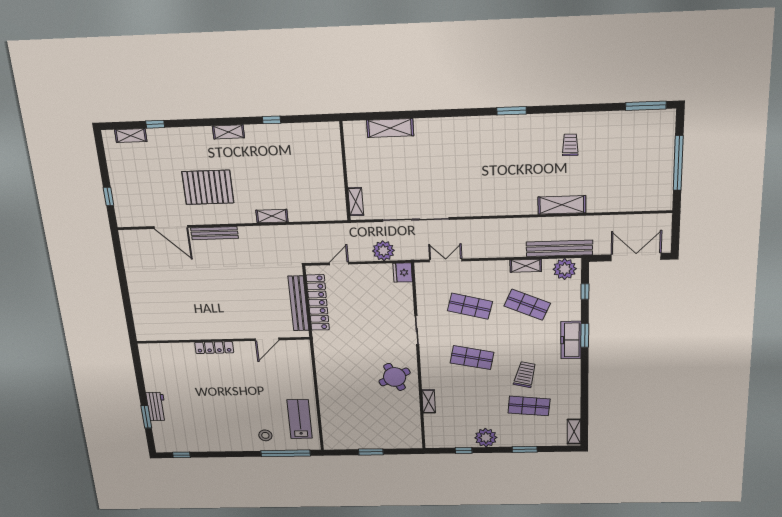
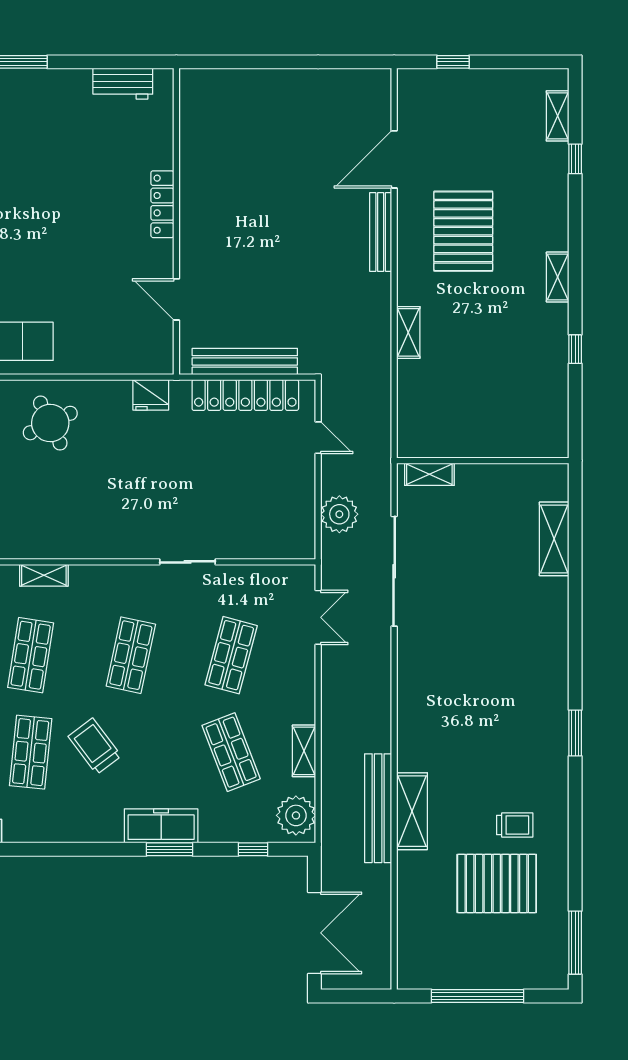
pallet: (607, 154) -> (497, 883), added
bench: (559, 248) -> (378, 808), moved
fridge: (403, 273) -> (151, 395), moved, turned 180
shop shelf: (527, 305) -> (231, 752), turned -45
trolley: (525, 375) -> (95, 746), turned -141
round table: (395, 377) -> (50, 423), moved
workbench: (156, 406) -> (123, 84), moved
shop shelf: (474, 407) -> (31, 655), added

